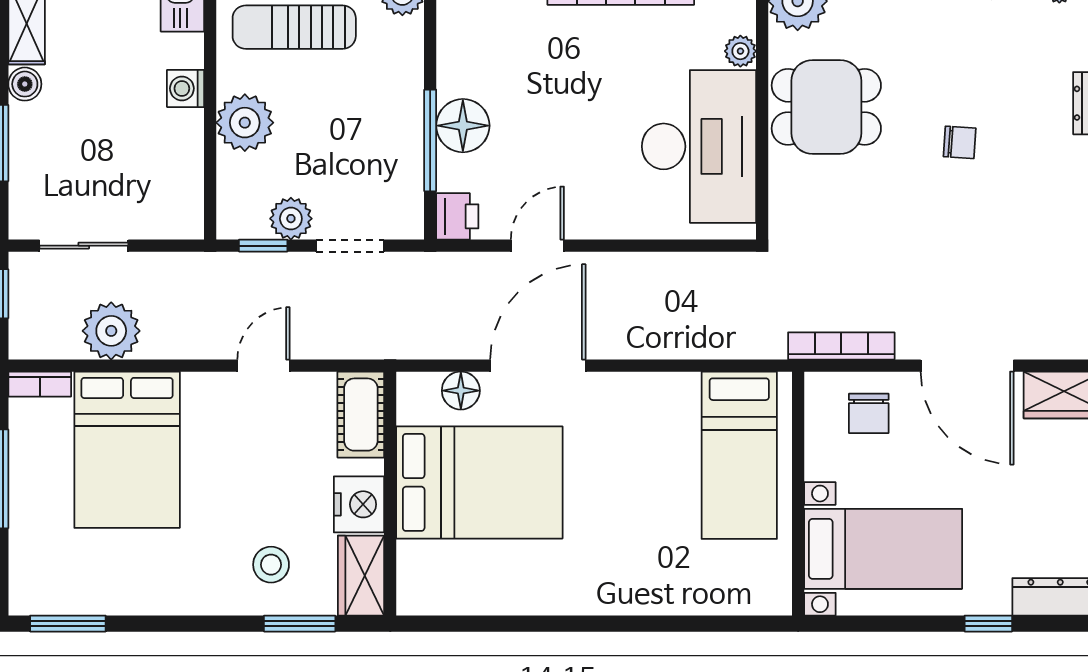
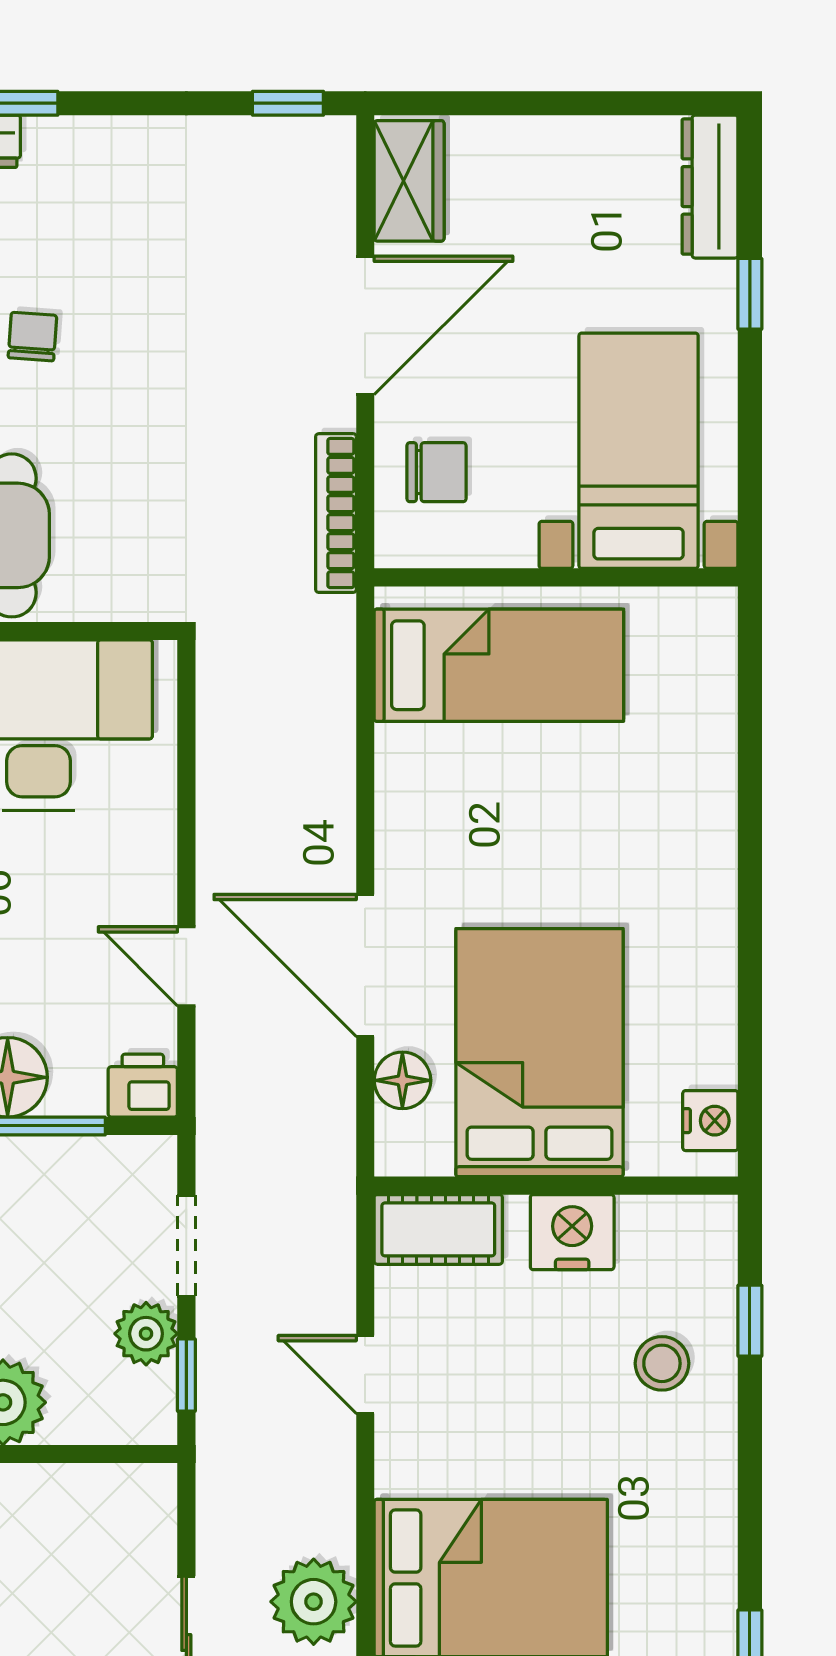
wardrobe: (361, 576) -> (678, 1229), removed
nightstand: (434, 597) -> (710, 1121), added
window: (300, 624) -> (750, 1321), width x0.67

